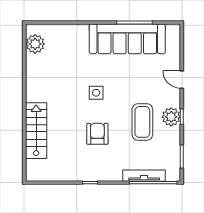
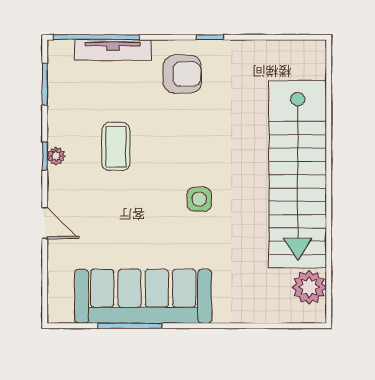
plant: (171, 117) -> (56, 156), width x0.53, depth x0.53
coffee table: (142, 122) -> (116, 147), width x0.73, depth x0.76
stairs: (36, 131) -> (298, 174), width x1.86, depth x1.51
armchair: (97, 134) -> (182, 74), moved, turned -90

